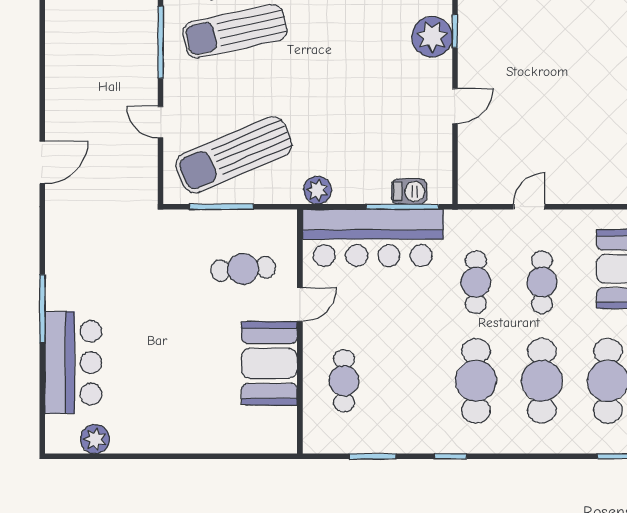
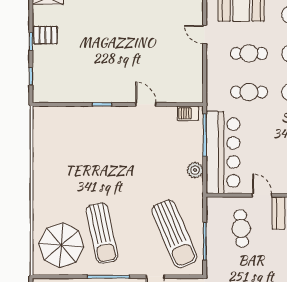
plant: (432, 37) -> (105, 118), removed
plant: (317, 190) -> (195, 170), moved
barbecue: (409, 191) -> (188, 113), moved, turned -90
door: (529, 207) -> (205, 34), moved

